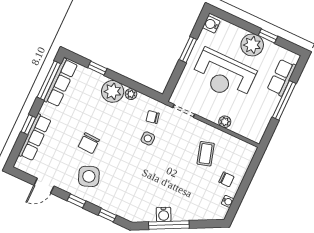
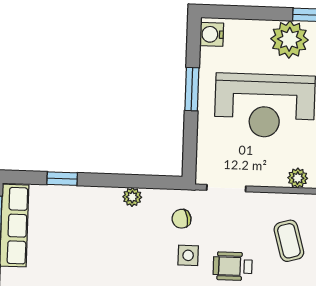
plant: (113, 91) -> (102, 205), removed
wheelchair: (169, 154) -> (233, 266), added

